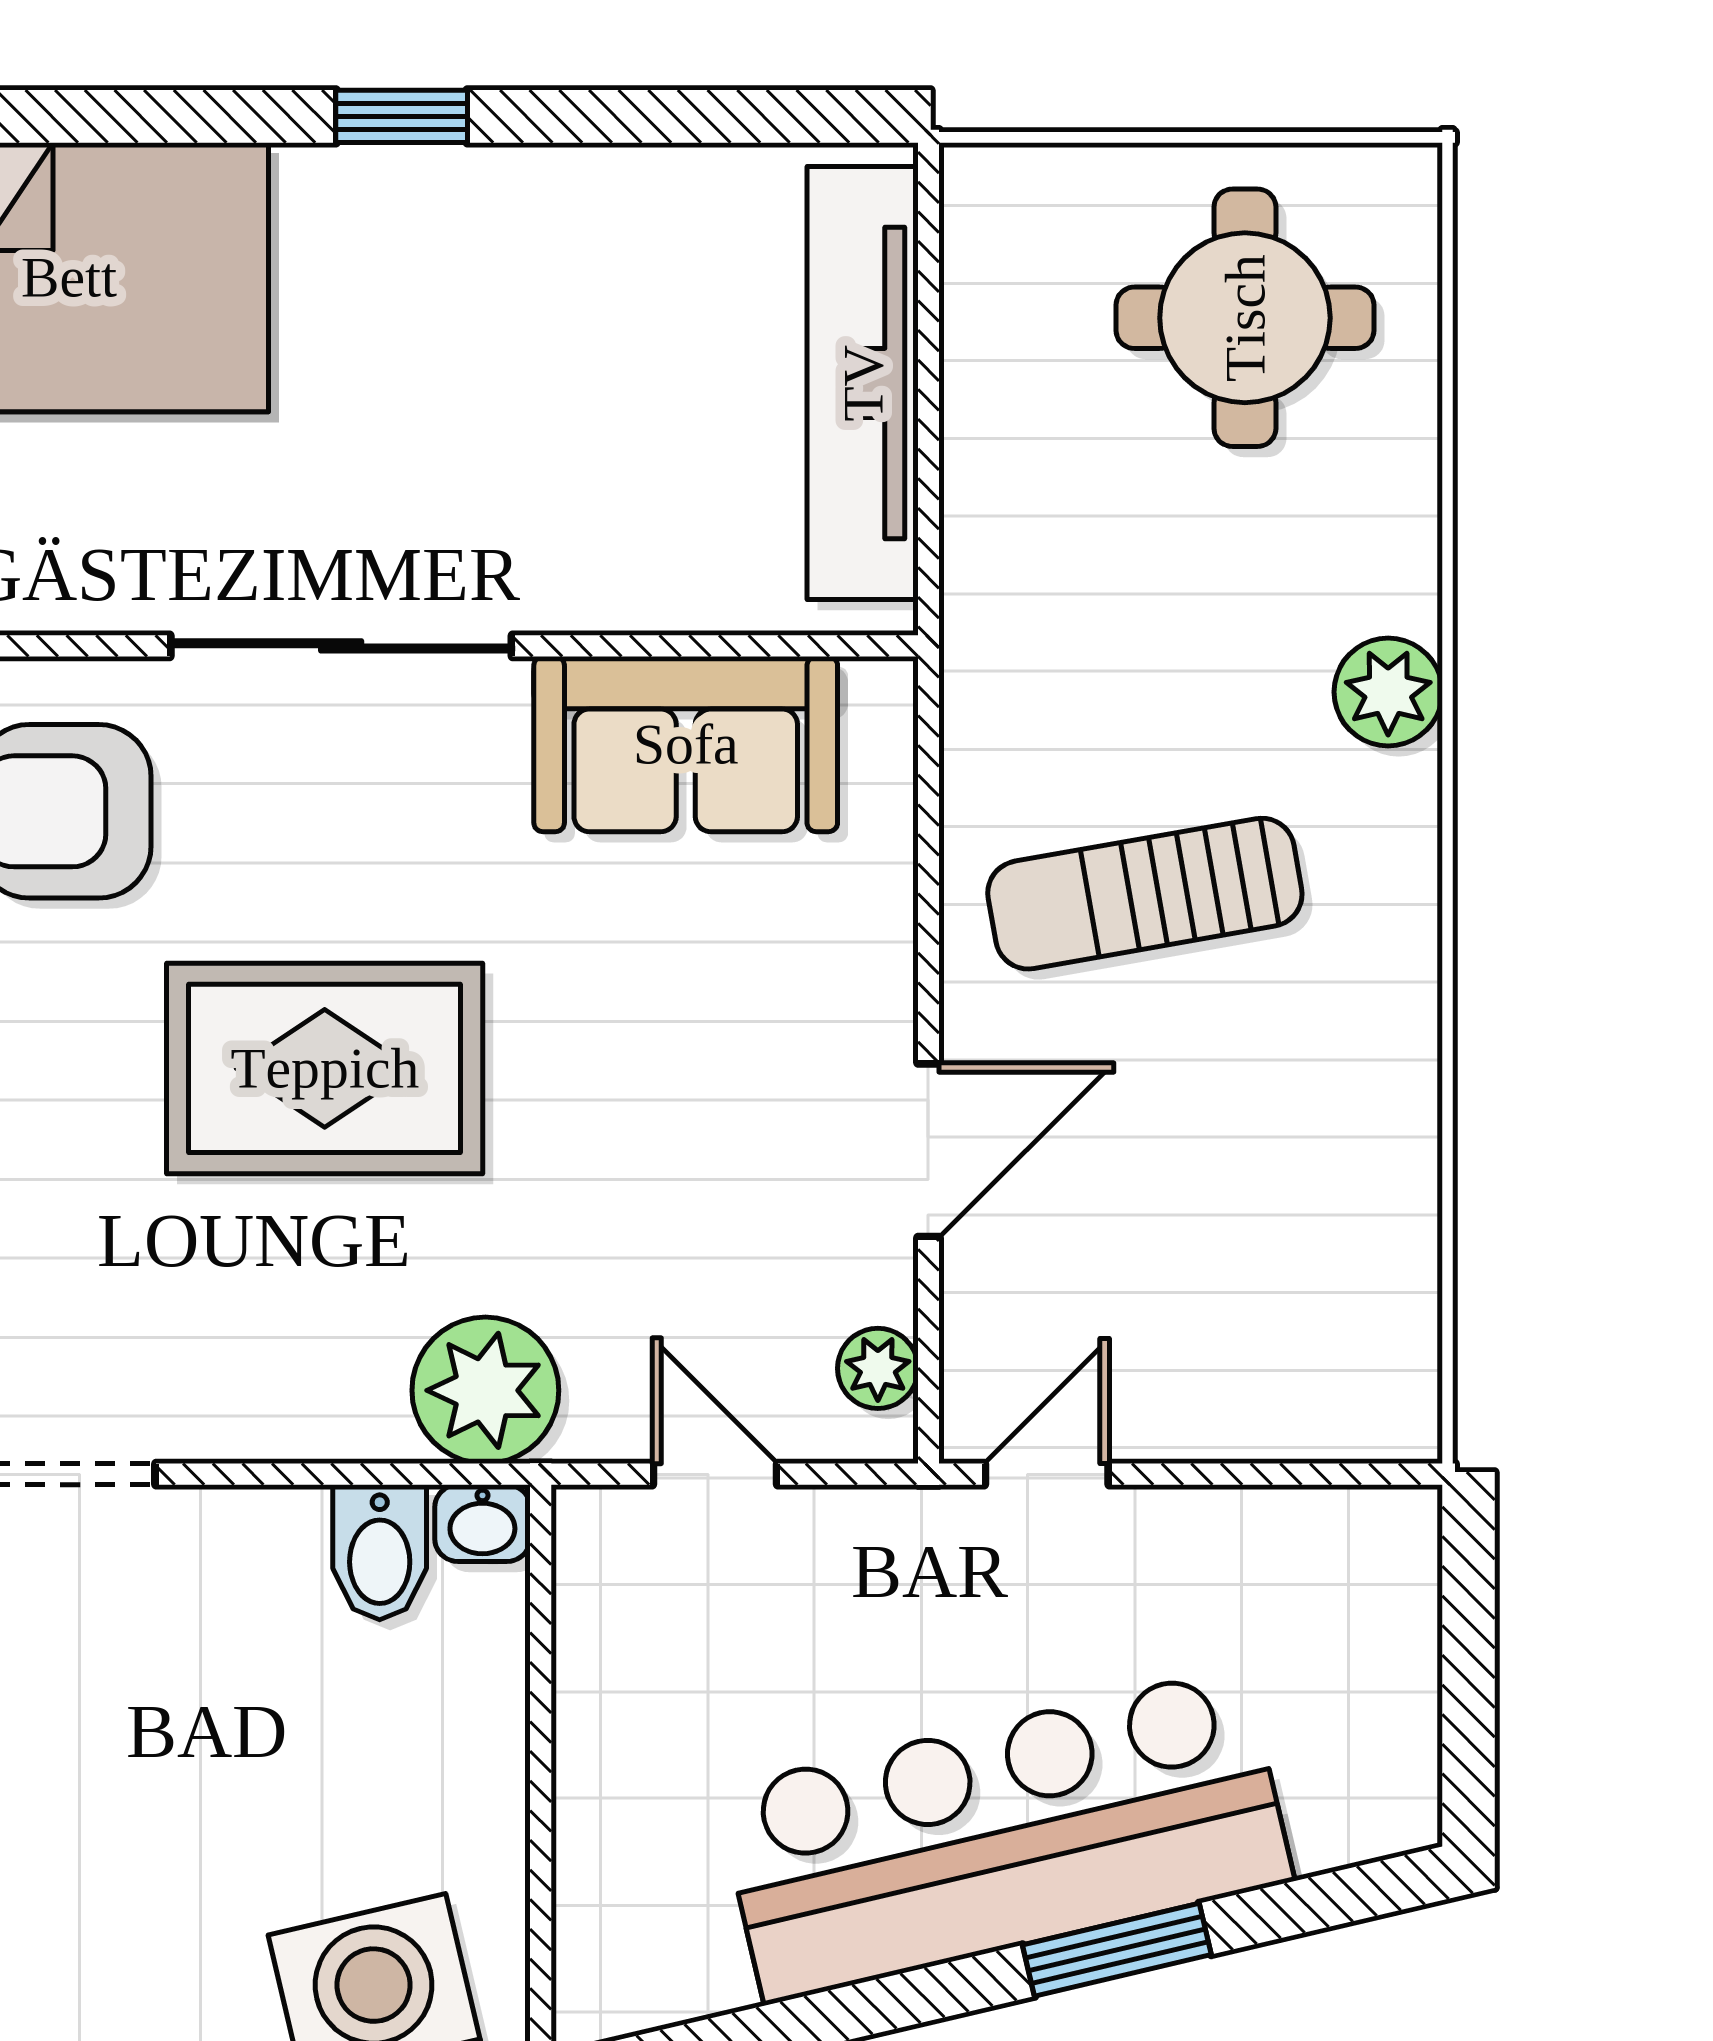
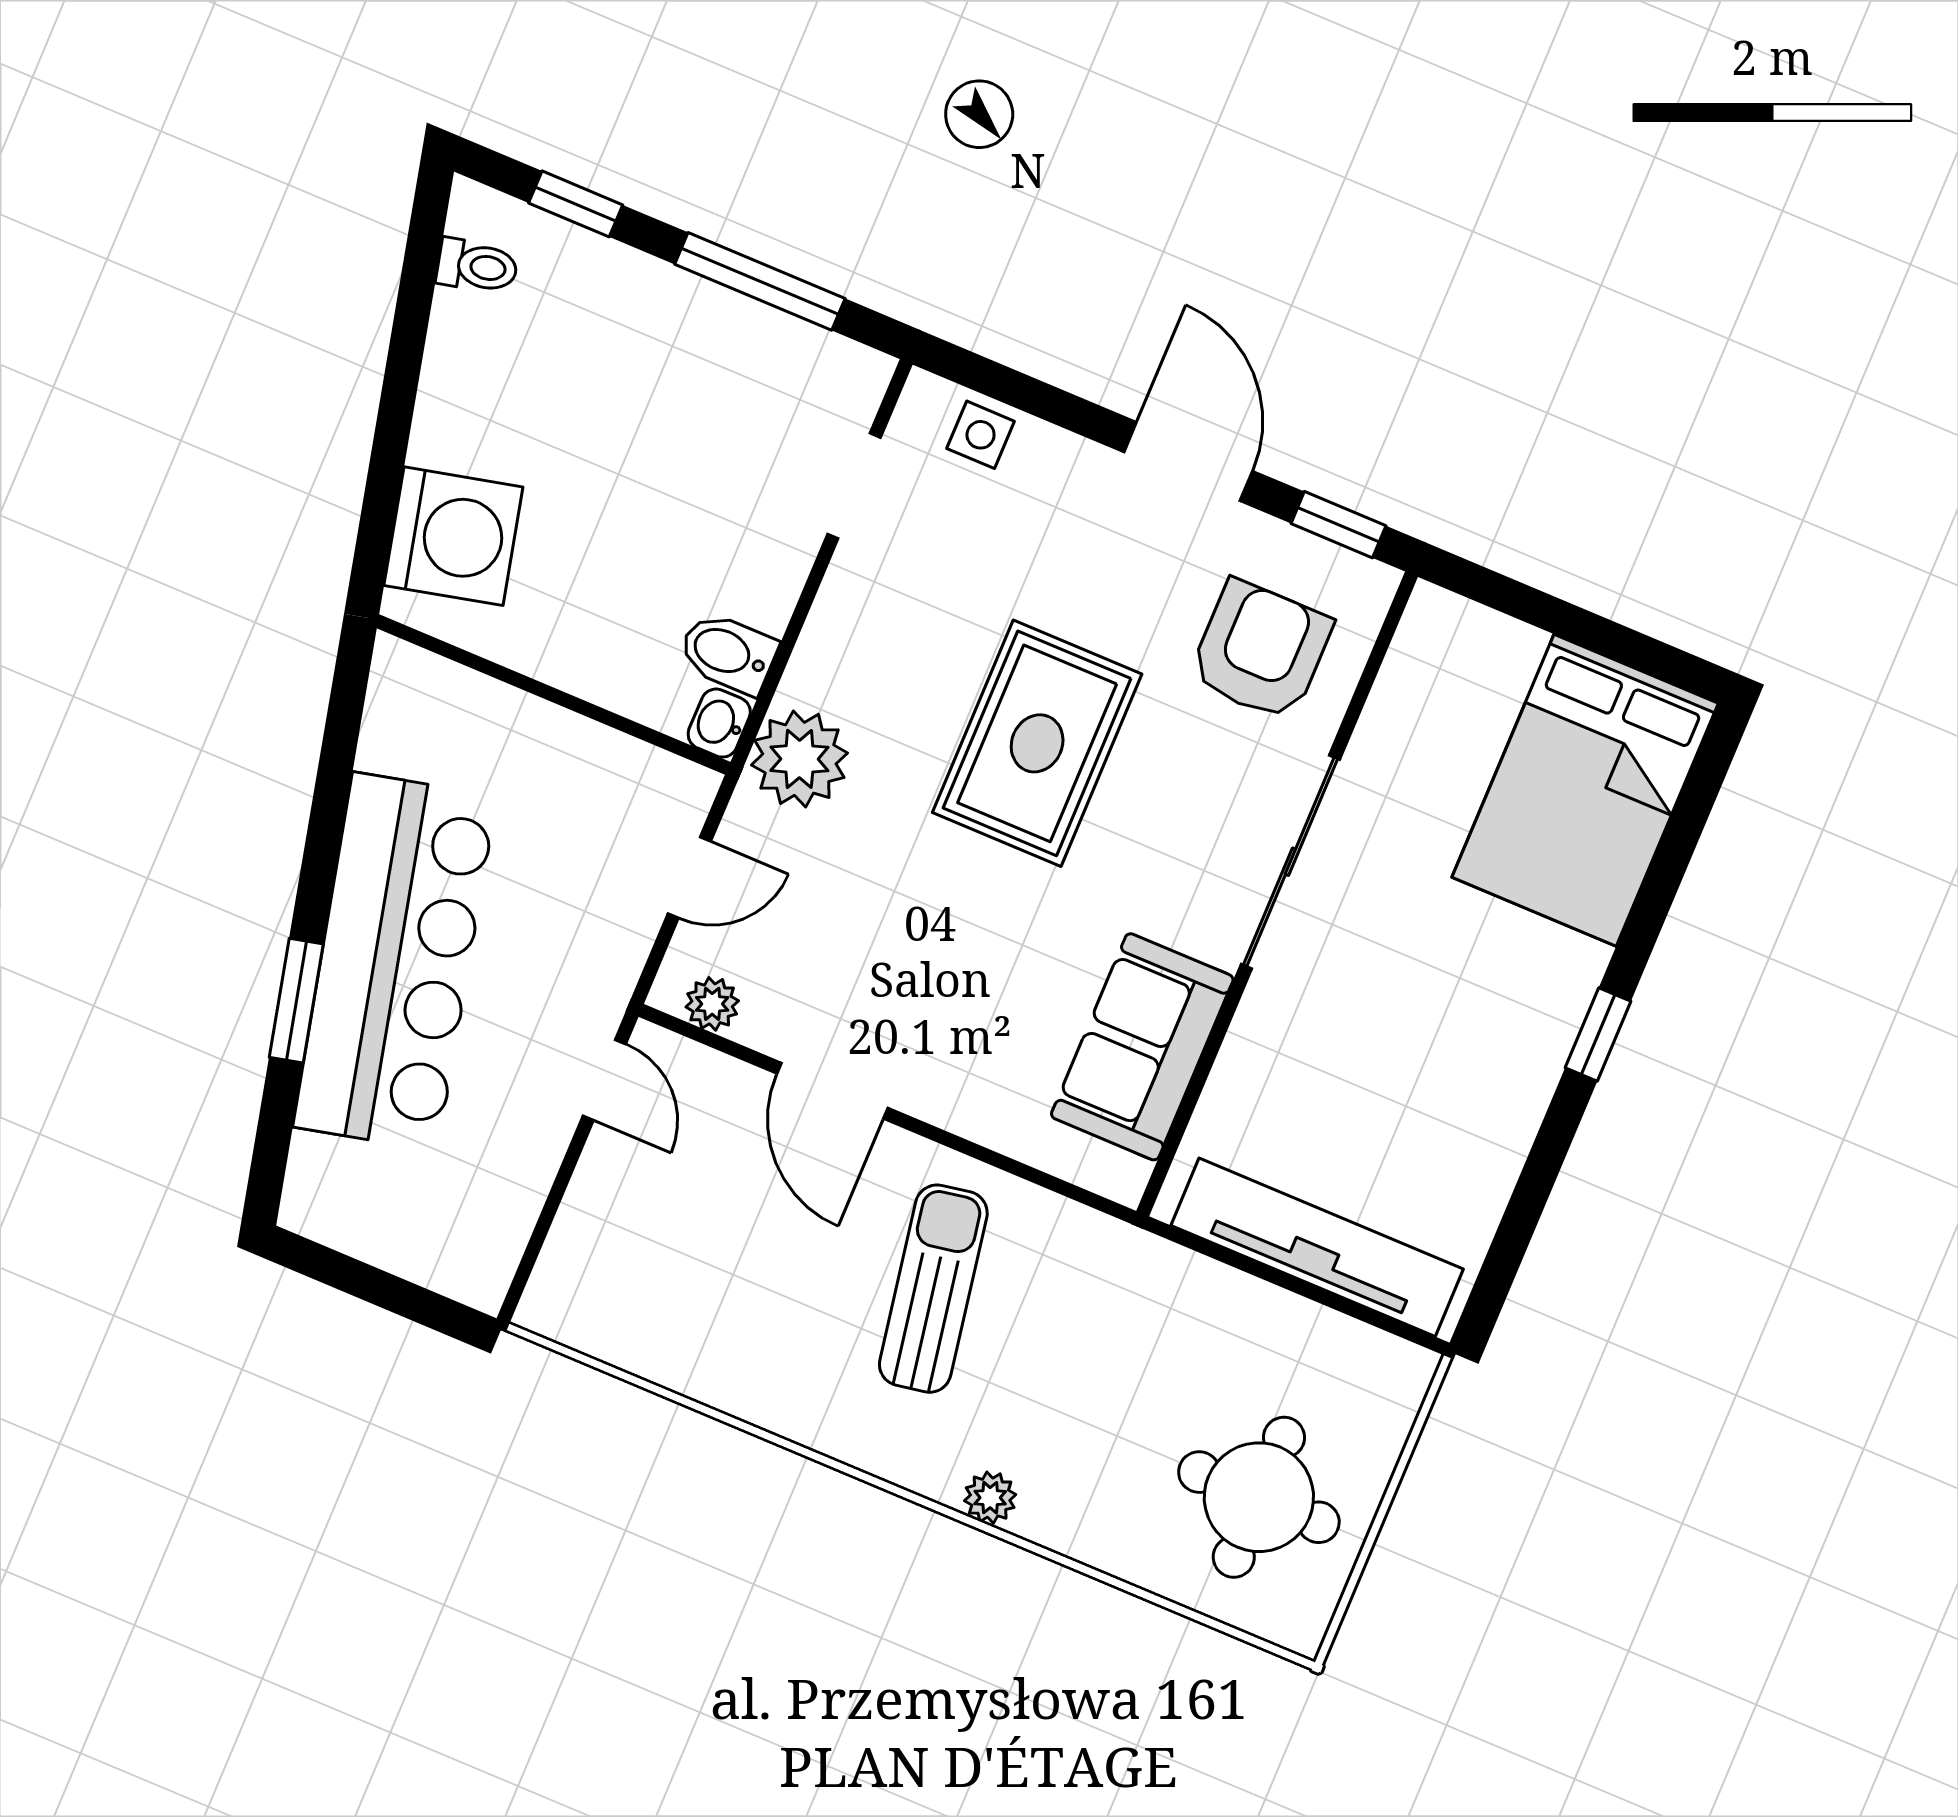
plant: (1388, 692) -> (990, 1498), width x0.73, depth x0.73

